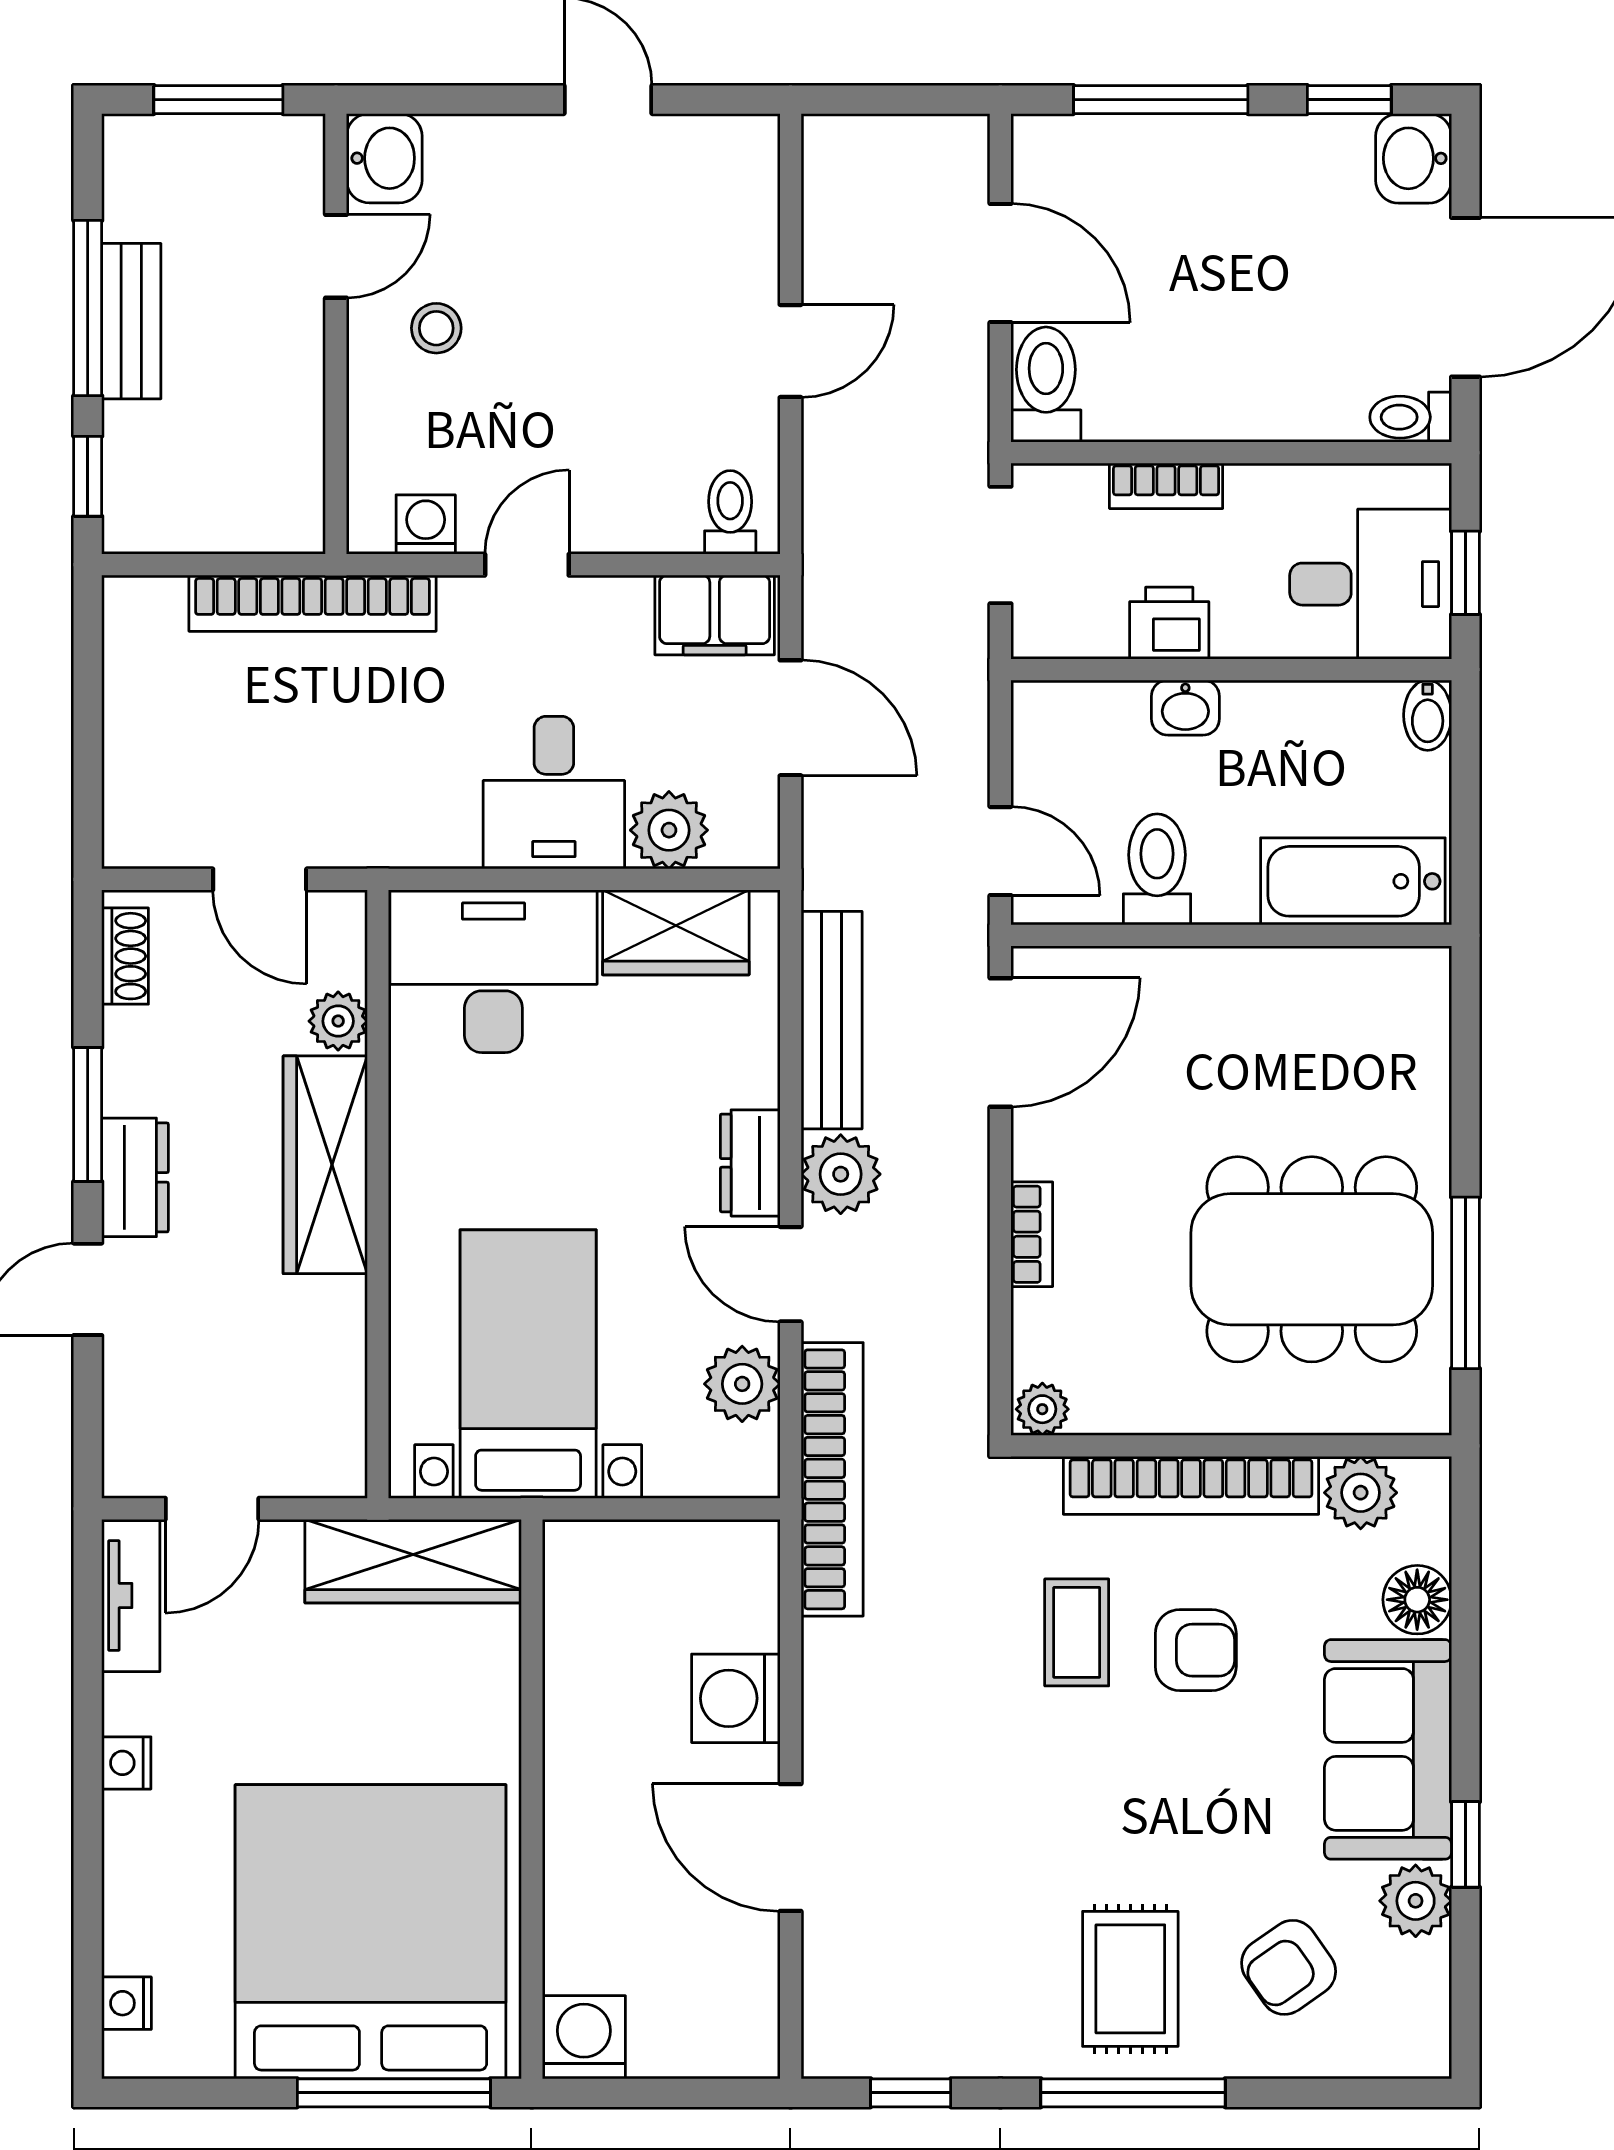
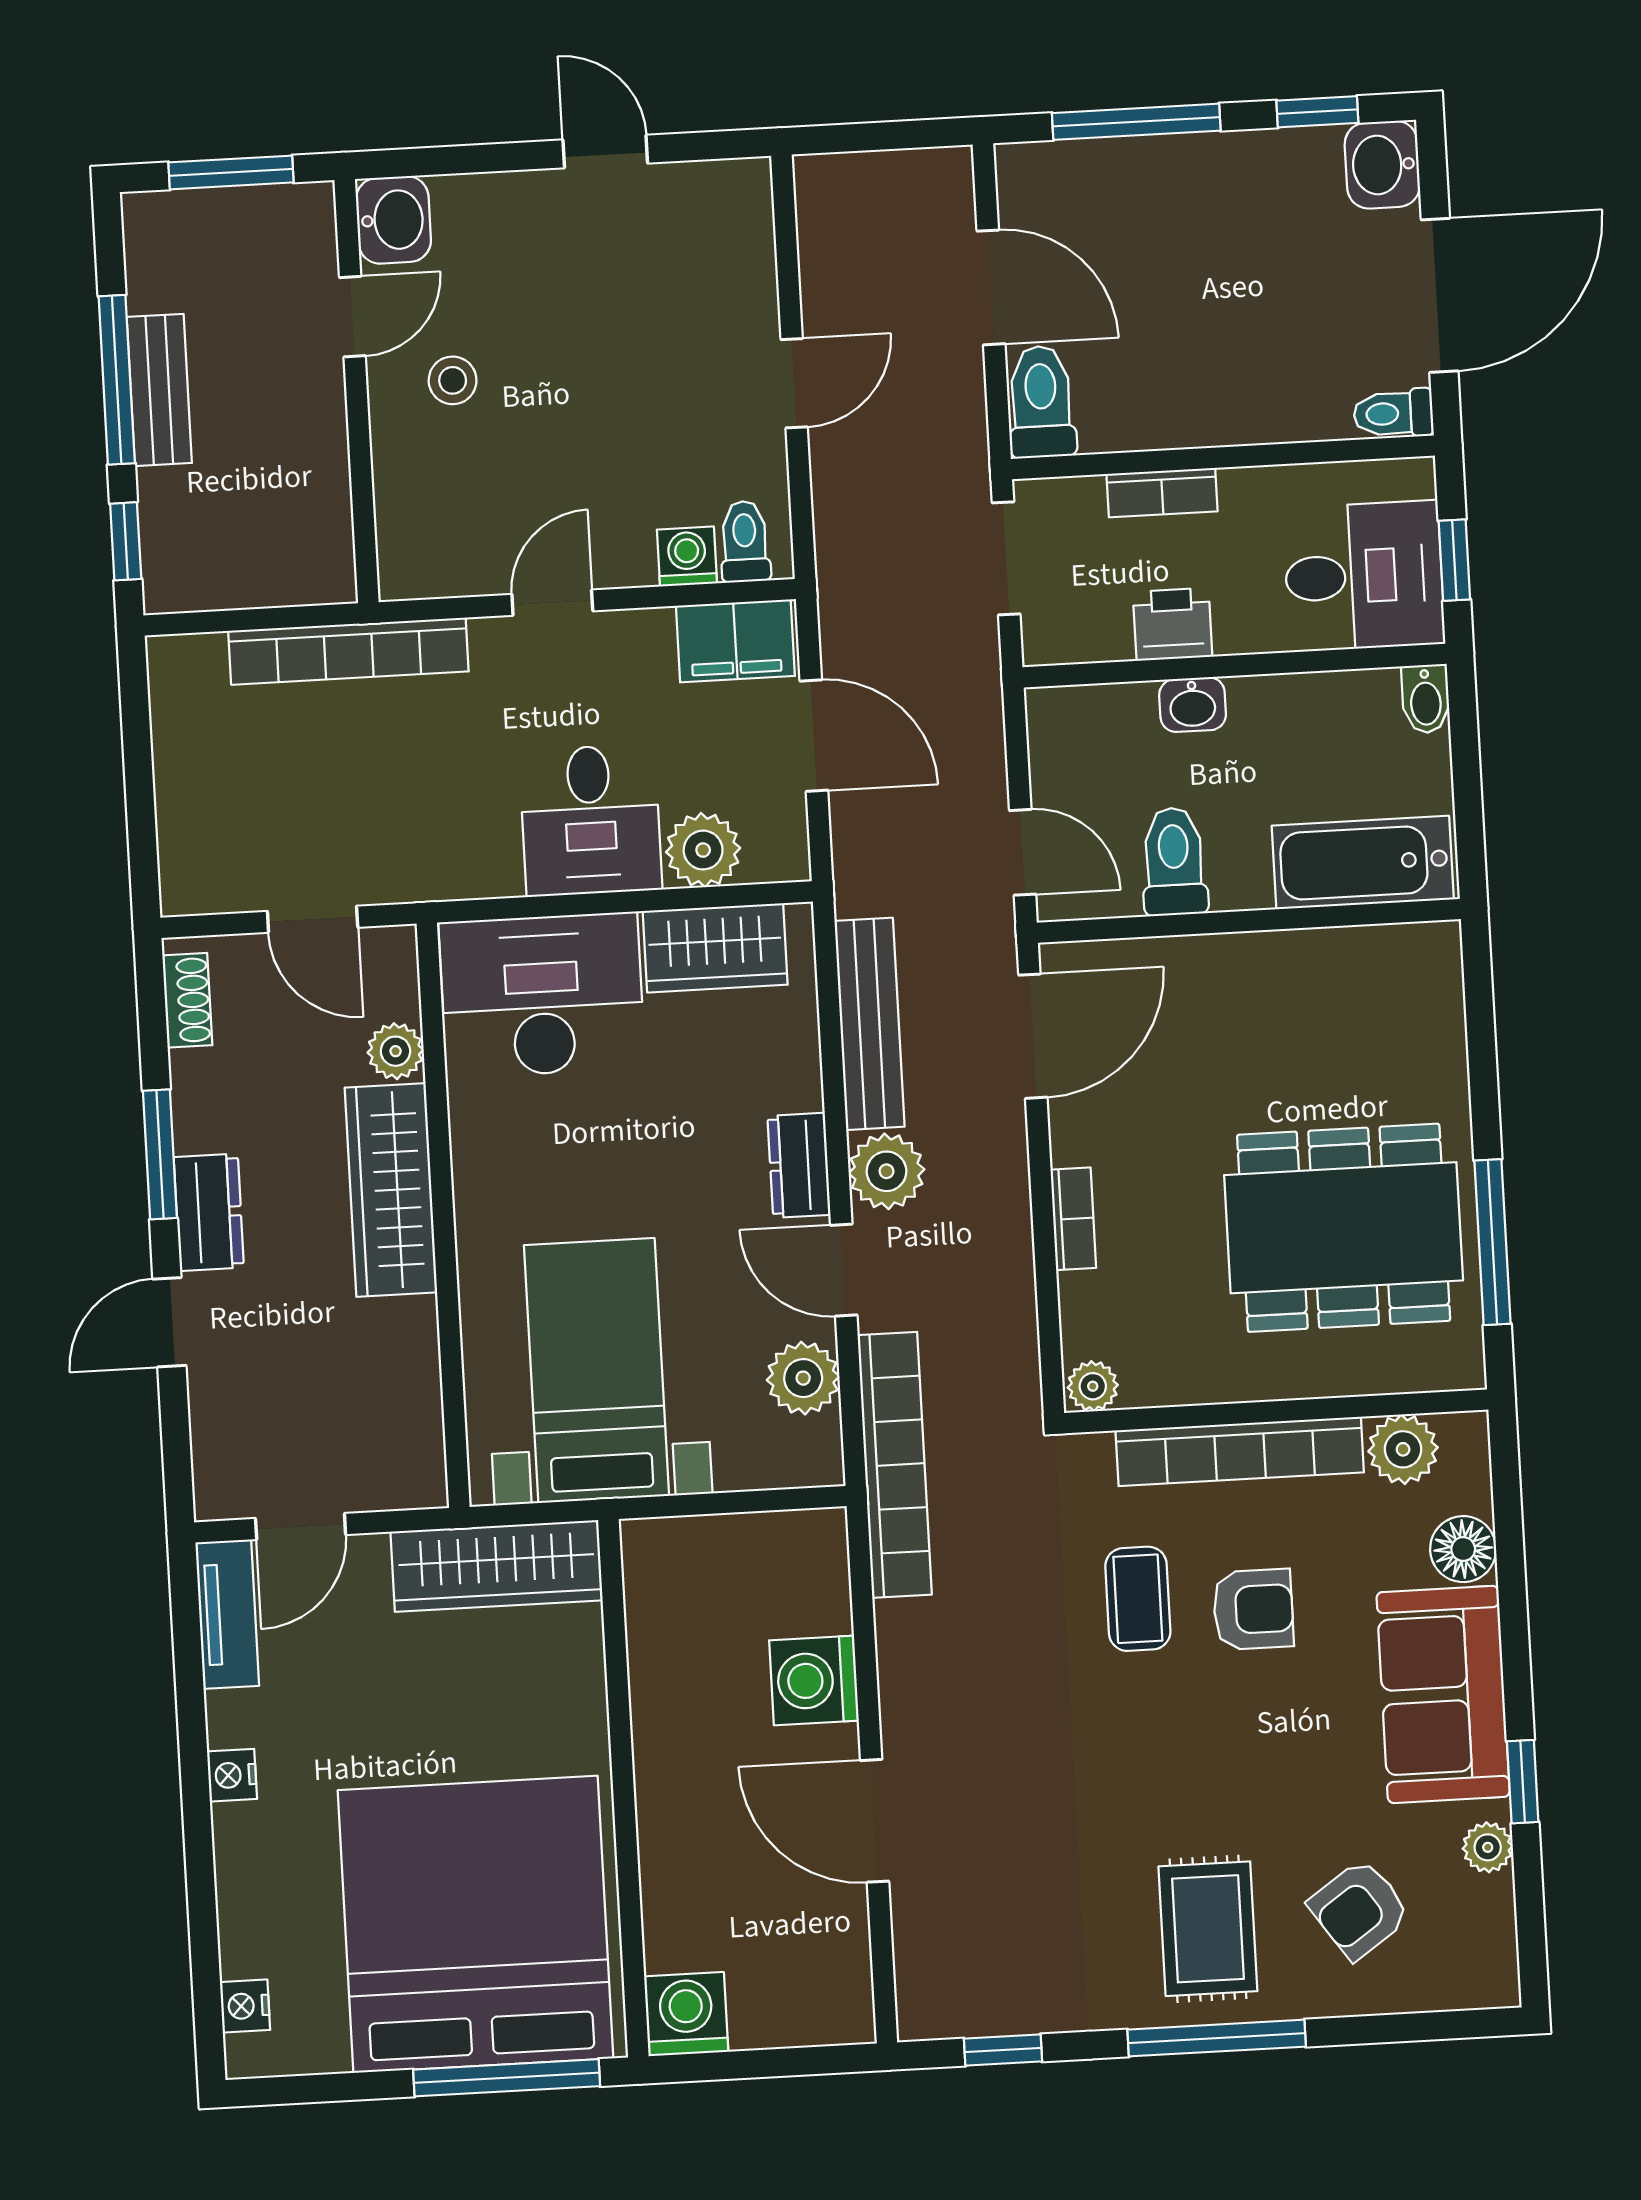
washing machine: (426, 524) -> (687, 556), moved
plant: (1416, 1901) -> (1488, 1847), width x0.73, depth x0.73

